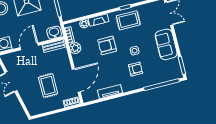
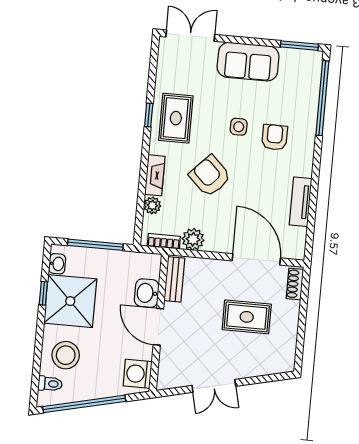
washbasin: (54, 33) -> (147, 293), moved
armchair: (107, 45) -> (210, 176), turned 134

